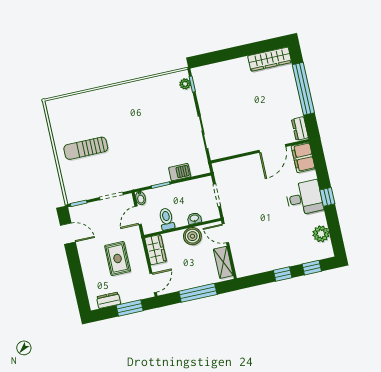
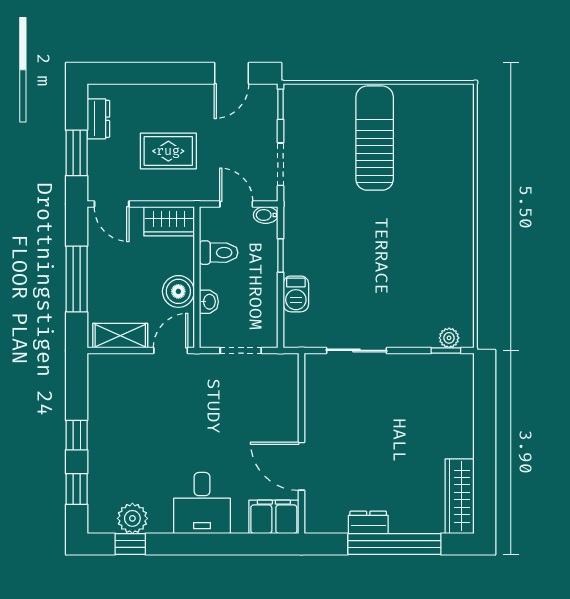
dresser: (300, 129) -> (368, 522), moved
sun lounger: (86, 148) -> (375, 138), width x1.36, depth x1.34
window: (327, 197) -> (130, 544), moved

